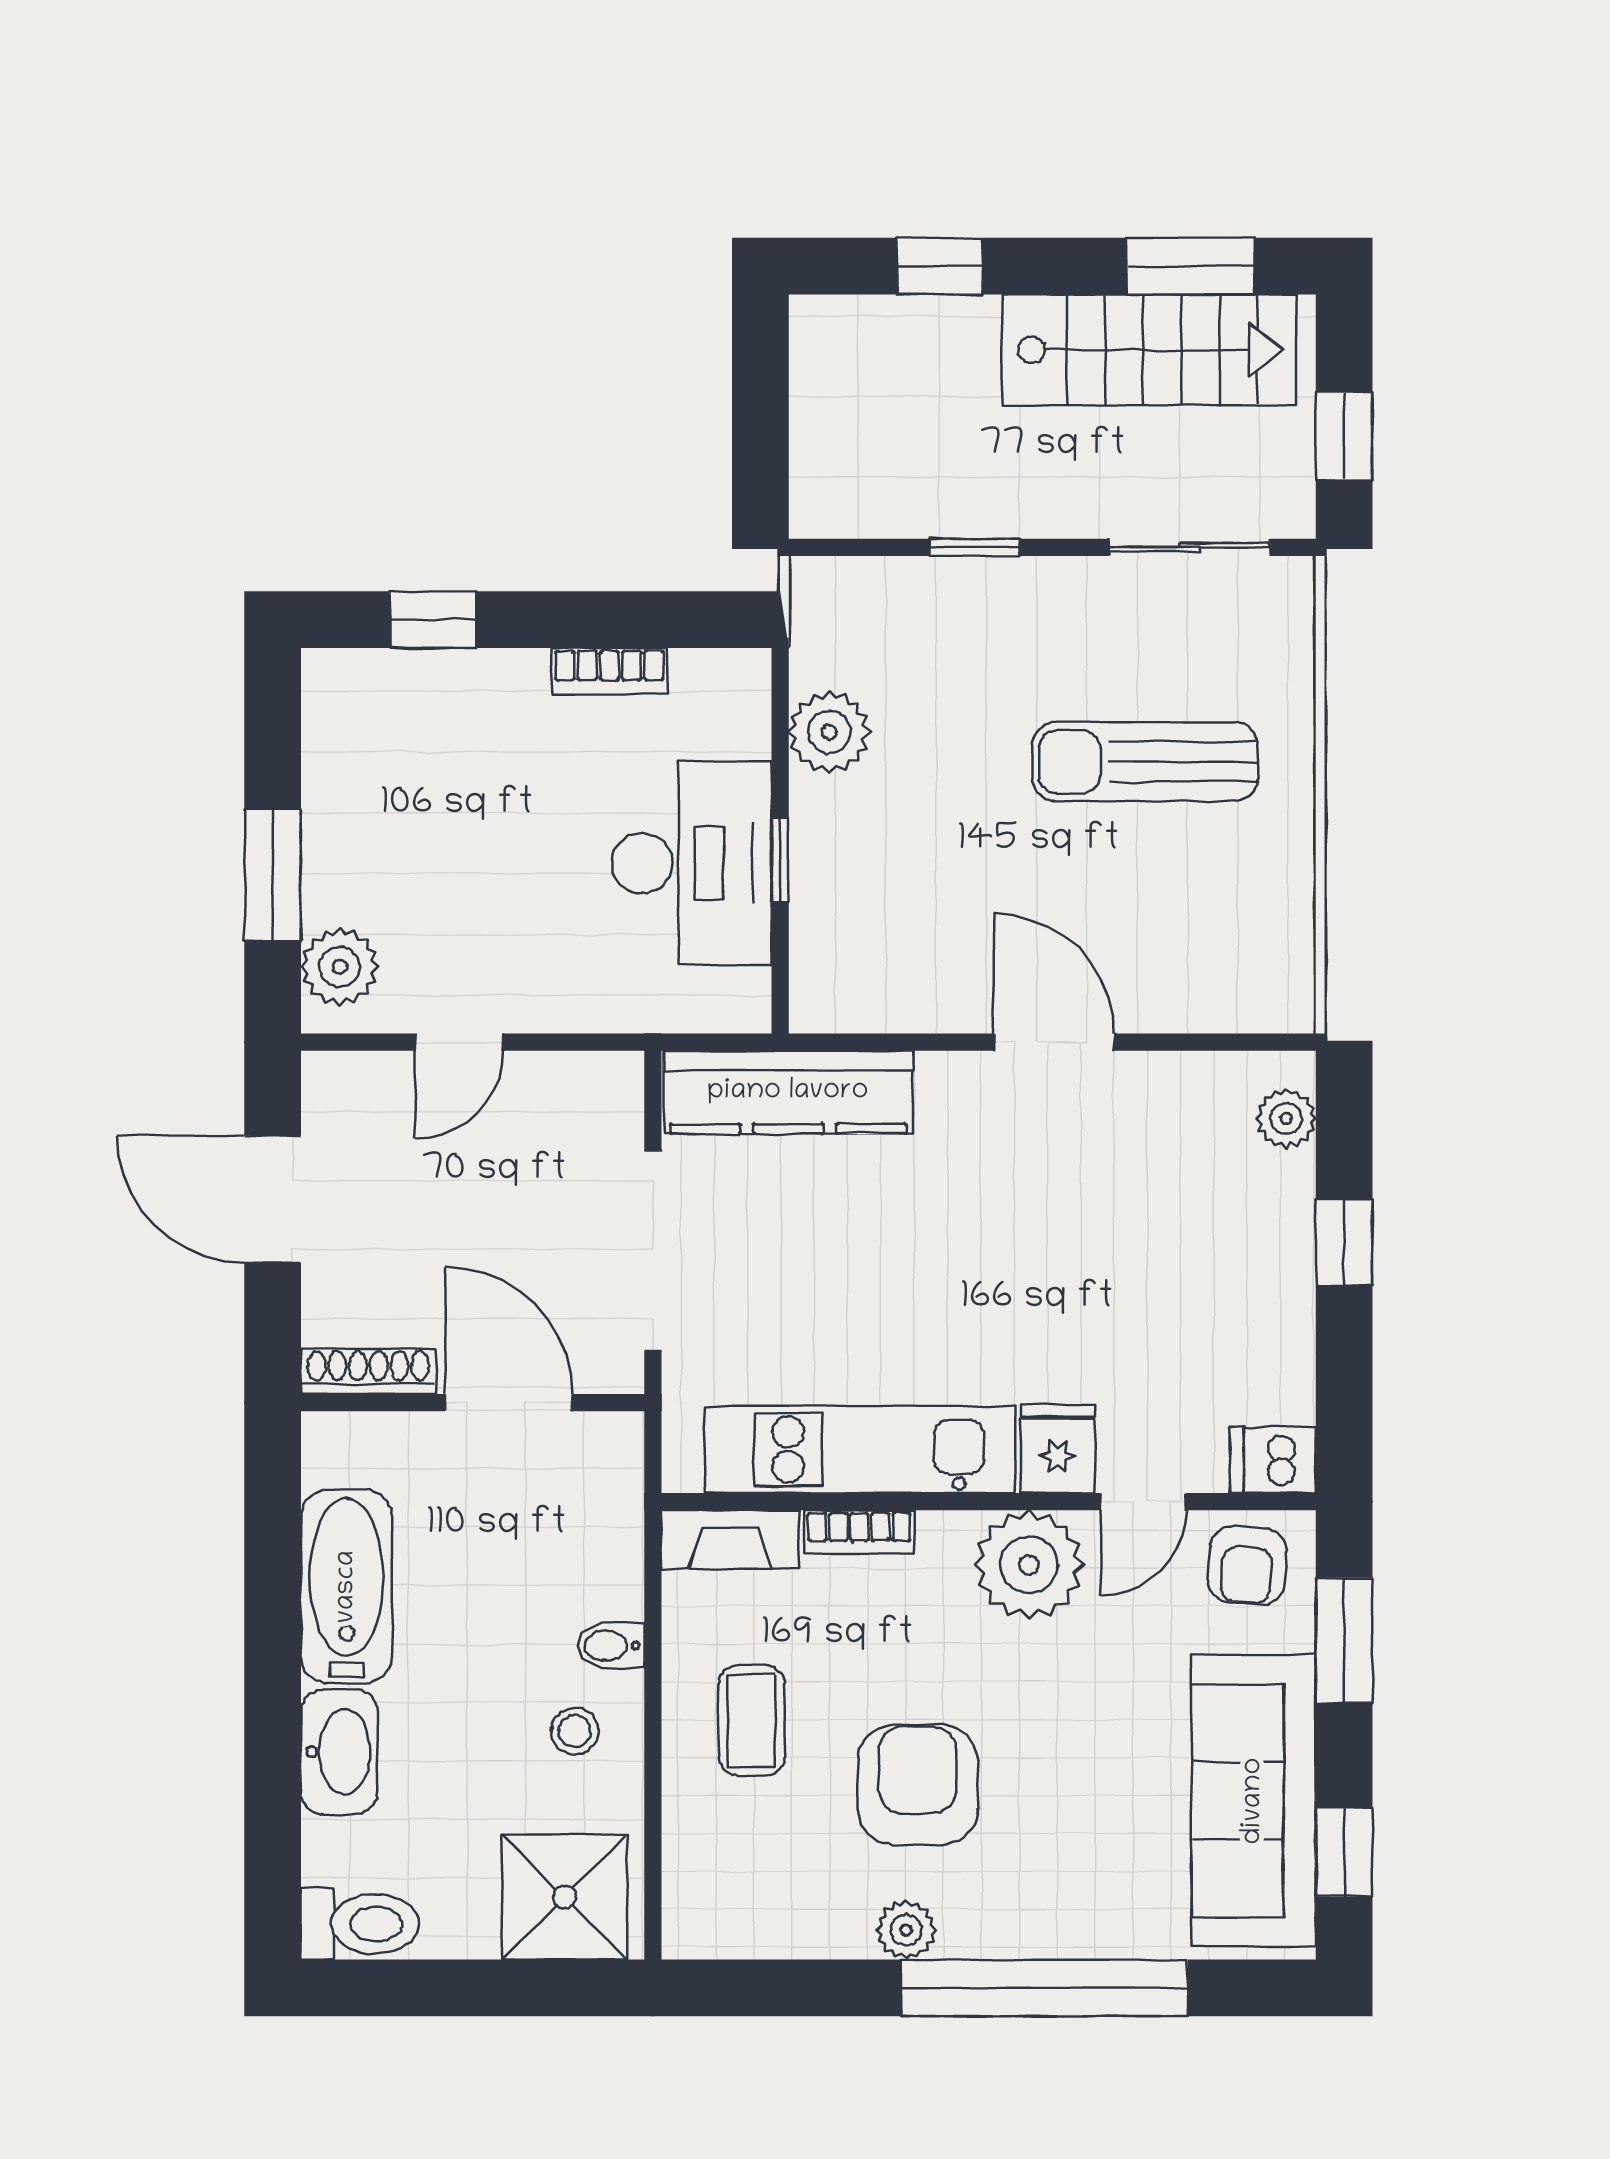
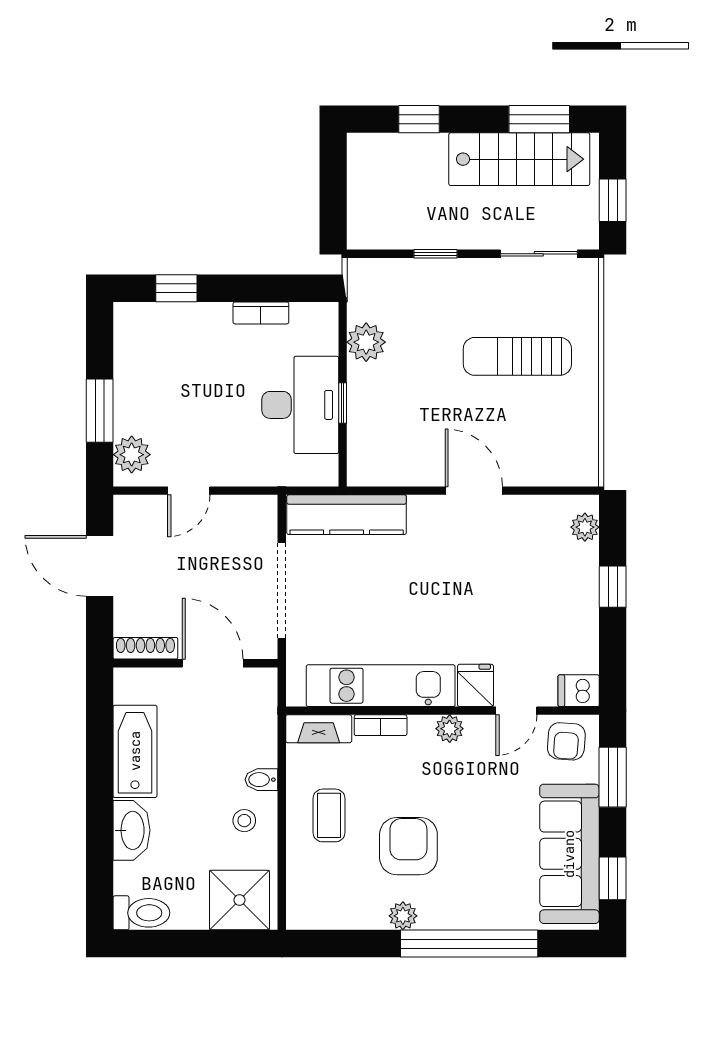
plant: (1029, 1565) -> (450, 729), width x0.53, depth x0.53

